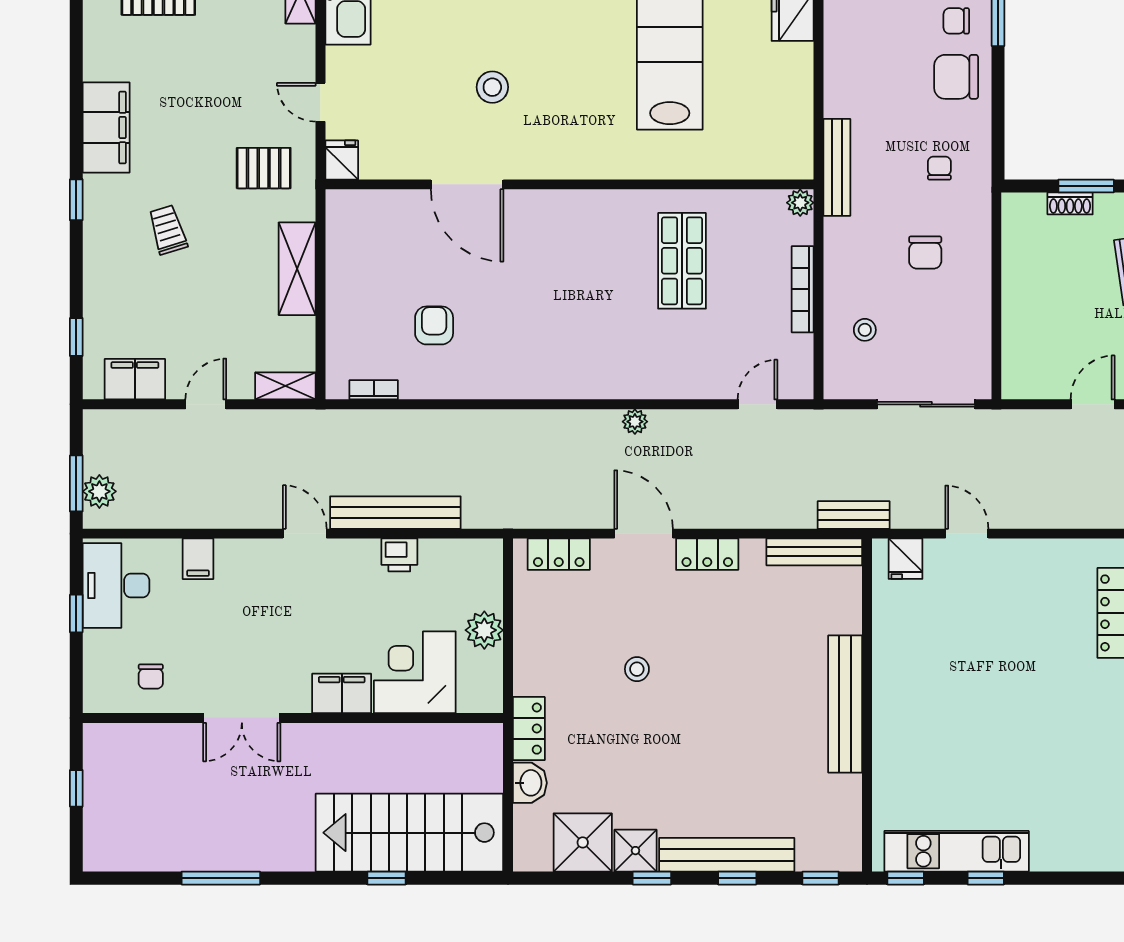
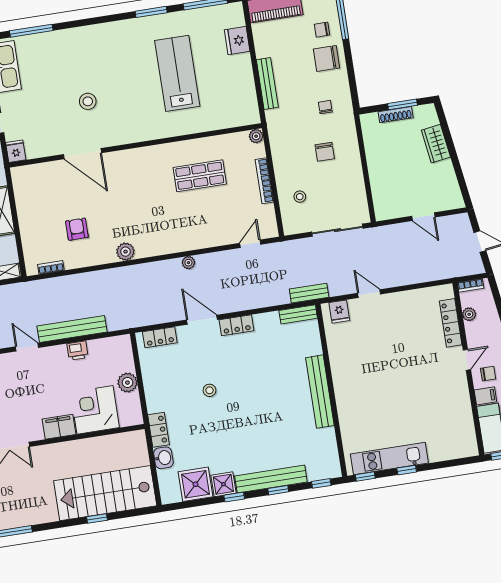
bench: (837, 167) -> (267, 84), moved
shoe rack: (1070, 203) -> (396, 115), width x1.43
shop shelf: (682, 261) -> (200, 176), turned 90
plant: (519, 382) -> (125, 252), added
door: (1093, 404) -> (423, 217), swing flipped
bench: (814, 552) -> (298, 314), width x0.73

